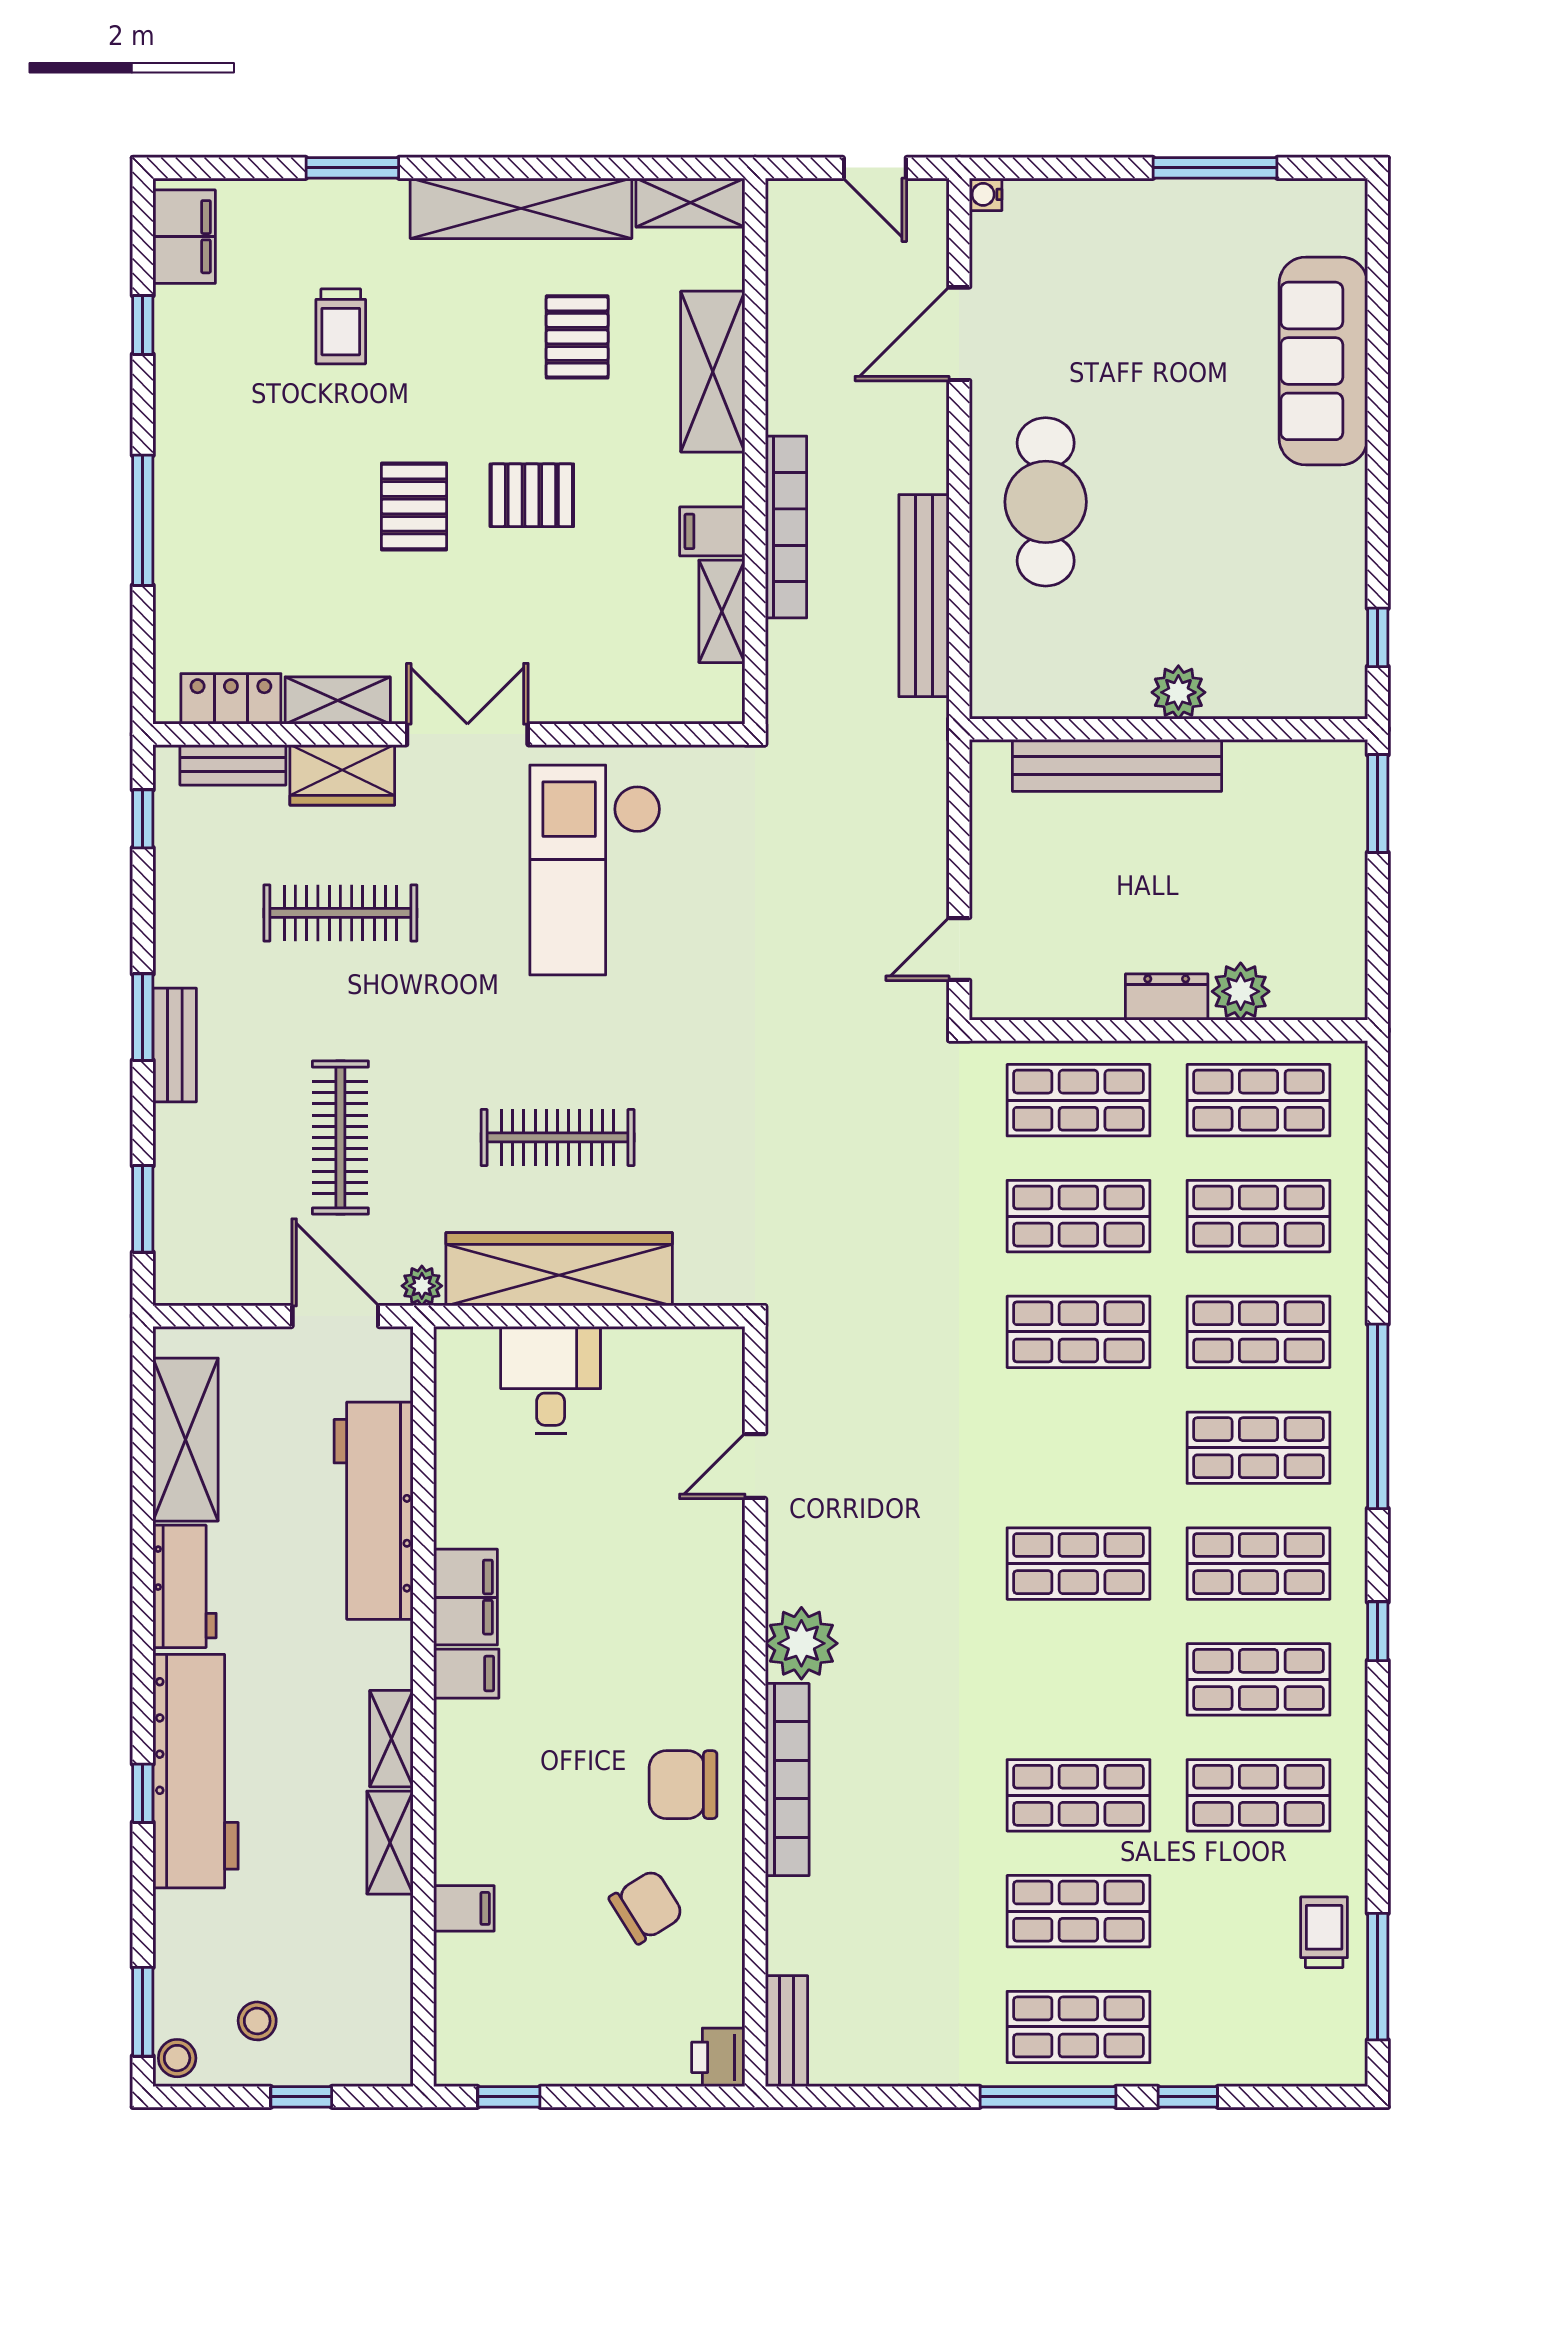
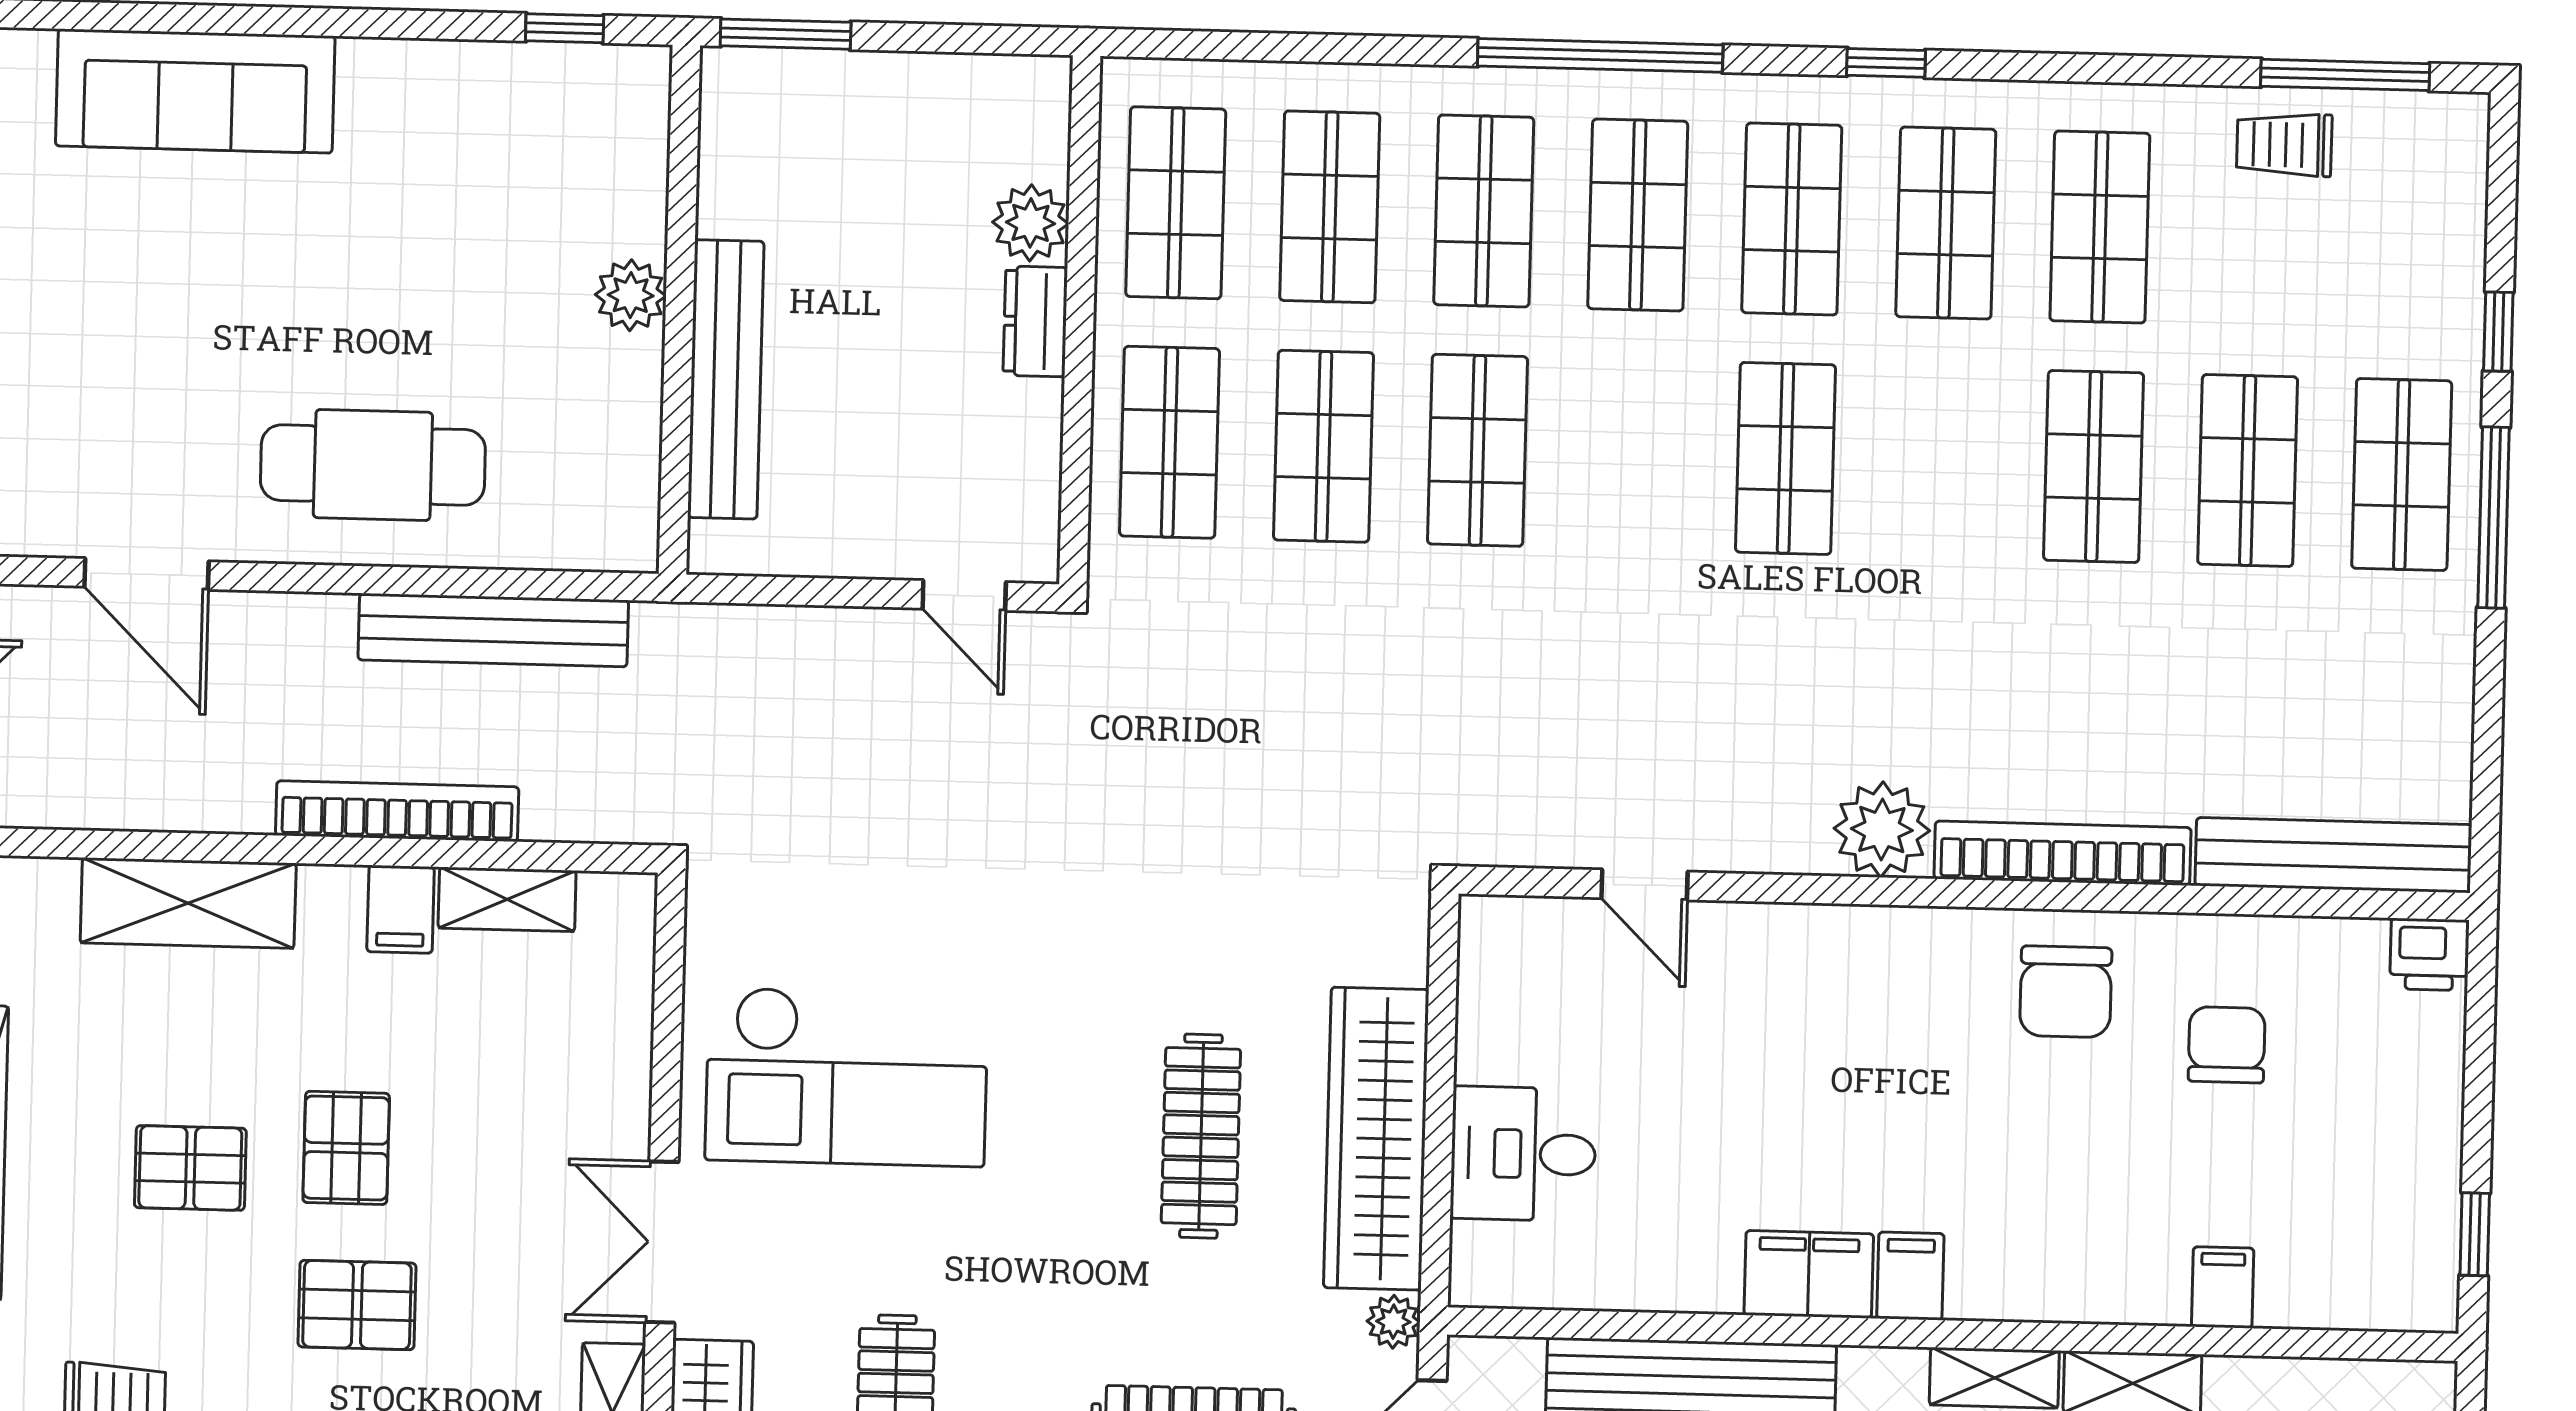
pallet: (577, 337) -> (190, 1168), moved
chair: (646, 1907) -> (2227, 1045), turned 32
bench: (787, 2031) -> (2333, 855), width x1.86, depth x1.21

